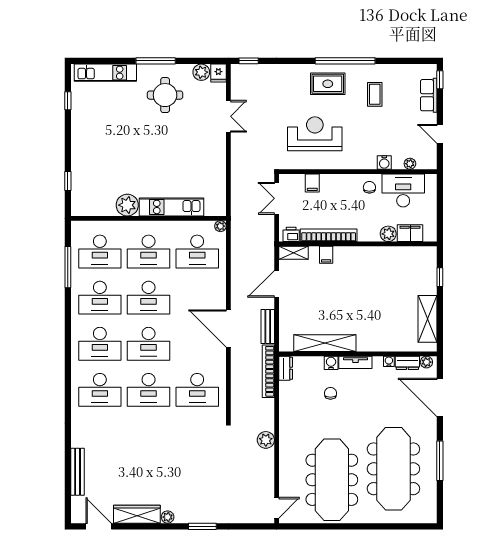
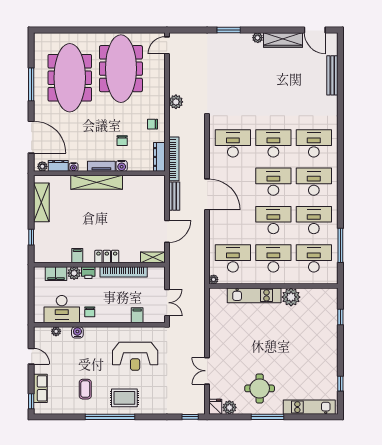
printer: (291, 234) -> (88, 273), moved
locker: (349, 254) -> (107, 257), added
filing cabinet: (326, 255) -> (77, 256), moved
shelving: (325, 343) -> (97, 182), moved
dresser: (286, 368) -> (159, 157), width x1.44
chair: (294, 413) -> (152, 124), added

